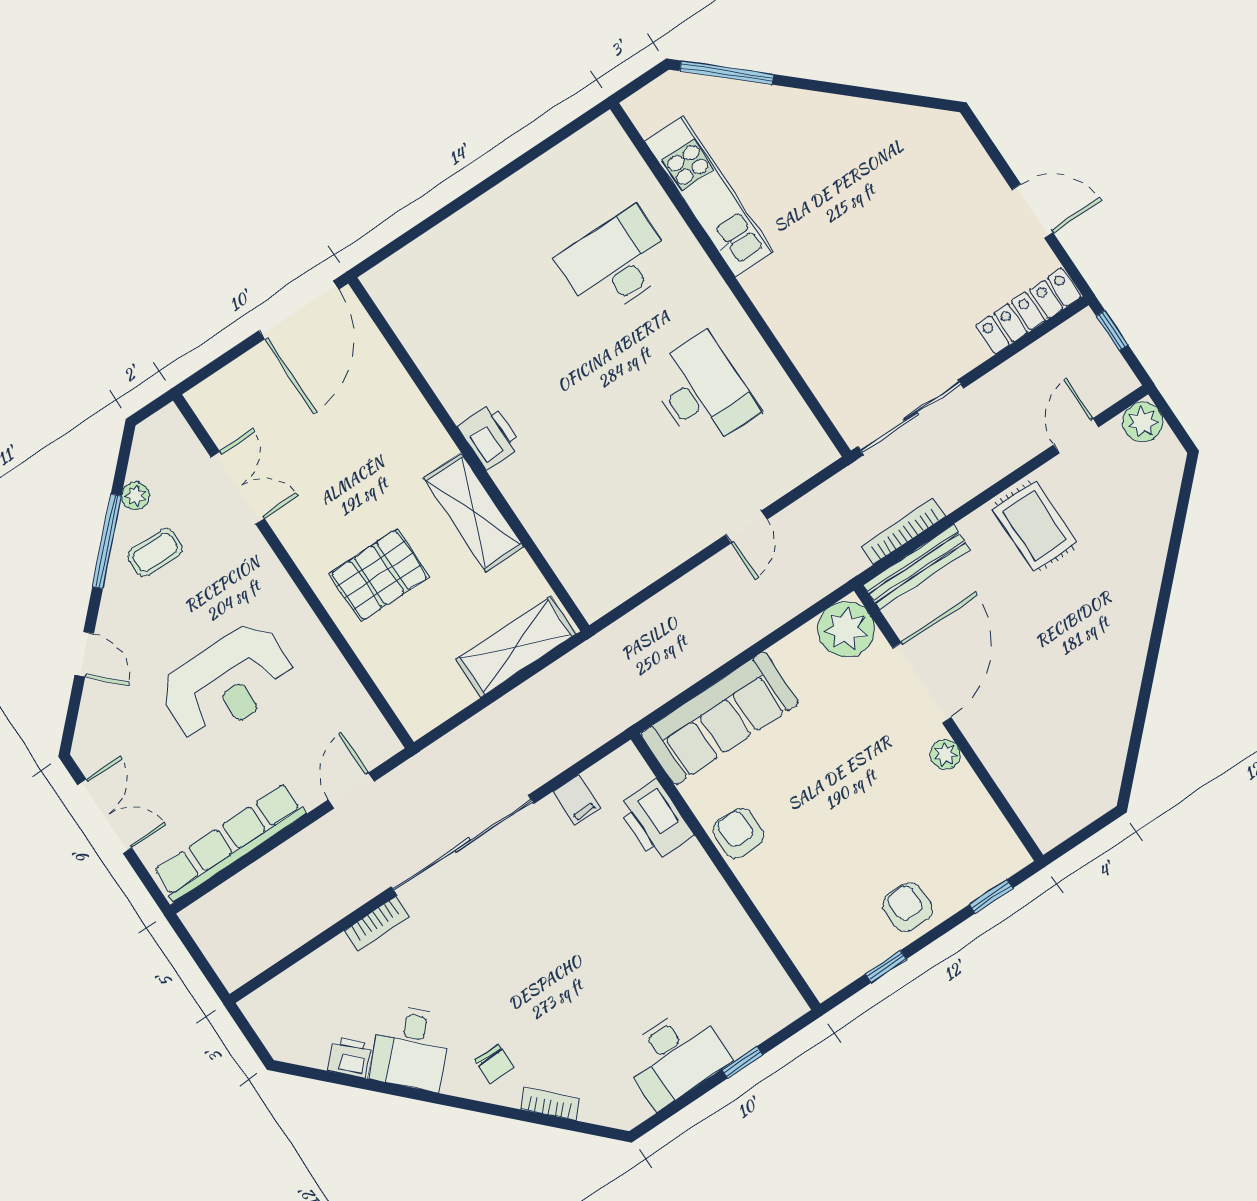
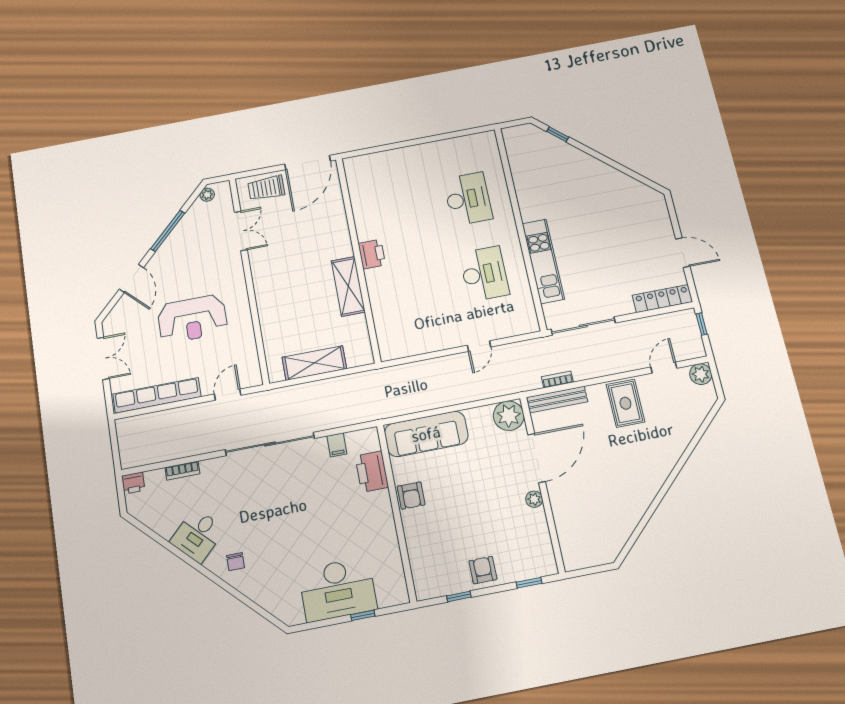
window: (727, 73) -> (558, 134), width x0.46
kitchen unit: (709, 196) -> (543, 261), moved
desk: (616, 263) -> (468, 199), turned 90
trolley: (246, 389) -> (266, 188), added
plant: (135, 496) -> (207, 195), moved
bookcase: (904, 531) -> (557, 379), width x0.64
coffee table: (155, 552) -> (188, 245), removed
pallet: (379, 575) -> (289, 298), removed
shelving: (516, 647) -> (314, 363), moved
door: (84, 654) -> (131, 278), width x1.38
armchair: (738, 833) -> (411, 496), turned 180
bookcase: (377, 923) -> (182, 471), moved
printer: (350, 1057) -> (133, 483), moved, turned 135
desk: (675, 1057) -> (338, 589), width x1.36, depth x1.30
bookcase: (550, 1104) -> (255, 595), removed

